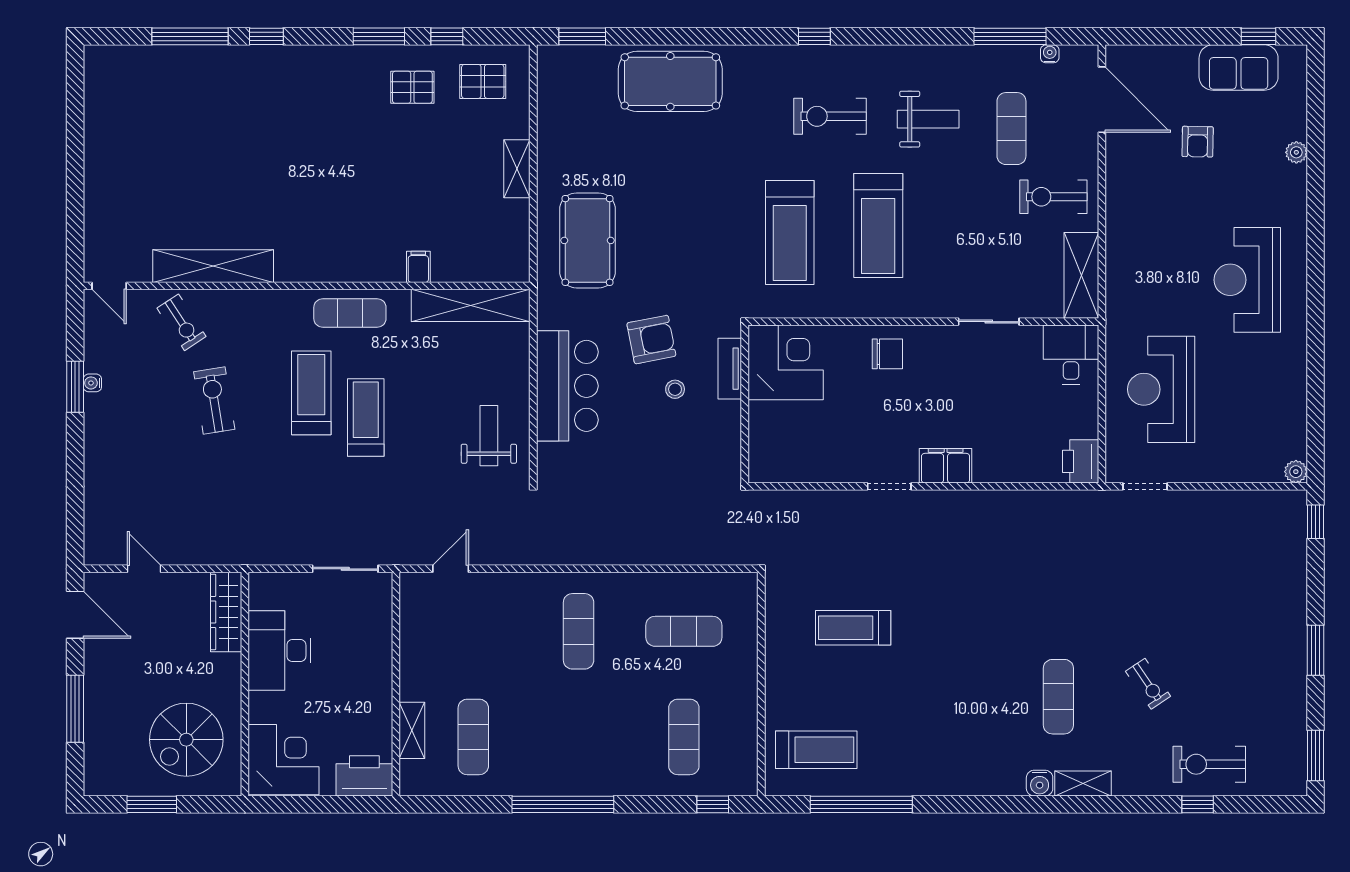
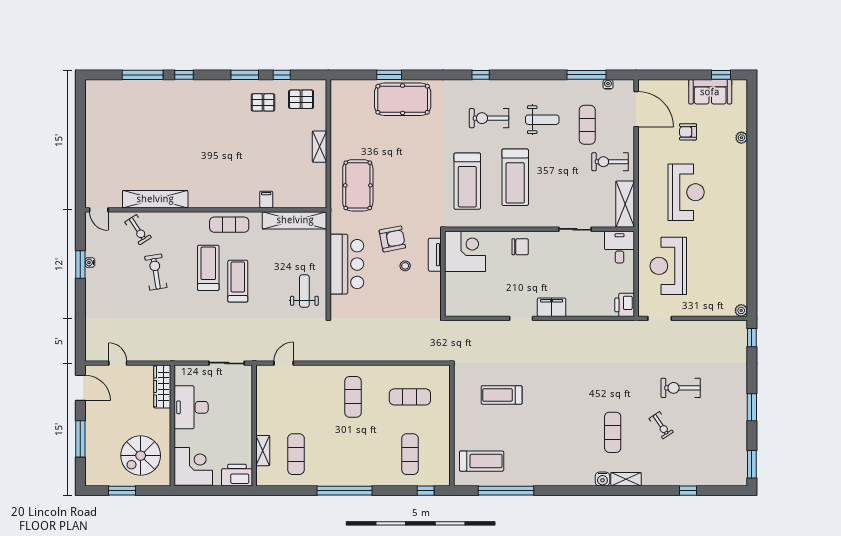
window: (582, 36) -> (389, 75), moved
armchair: (1198, 142) -> (688, 132), turned 89
reception desk: (1247, 280) -> (686, 192), moved, turned 180
exercise bike: (1209, 764) -> (681, 388), moved

